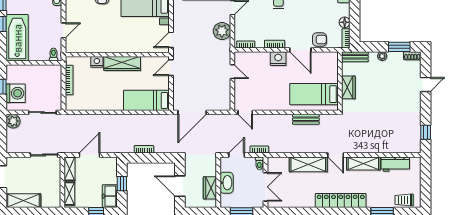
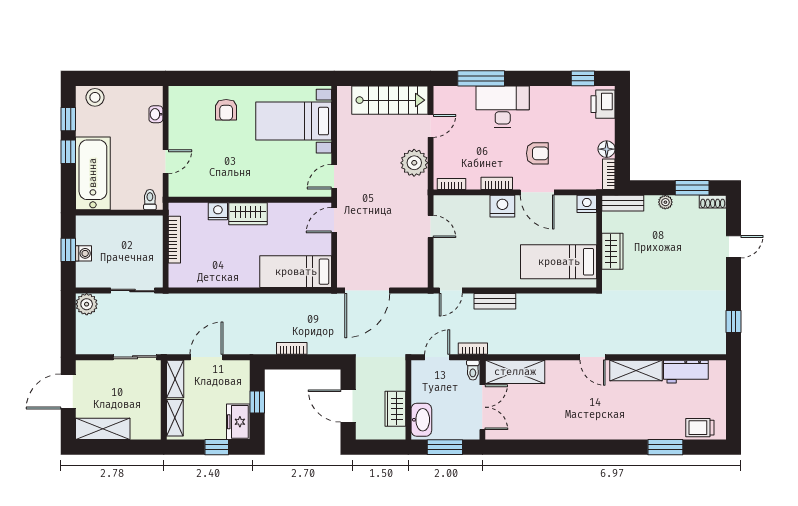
armchair: (320, 40) -> (537, 153), moved
nightstand: (332, 57) -> (587, 204), added
wardrobe: (122, 63) -> (248, 214), width x0.67
washing machine: (16, 93) -> (84, 253), width x0.53, depth x0.53
door: (245, 112) -> (451, 291), hinge flipped
bench: (306, 119) -> (495, 301), moved
shelving: (308, 164) -> (515, 372), moved
washbasin: (227, 183) -> (421, 420), moved
locker: (341, 200) -> (600, 428), removed

